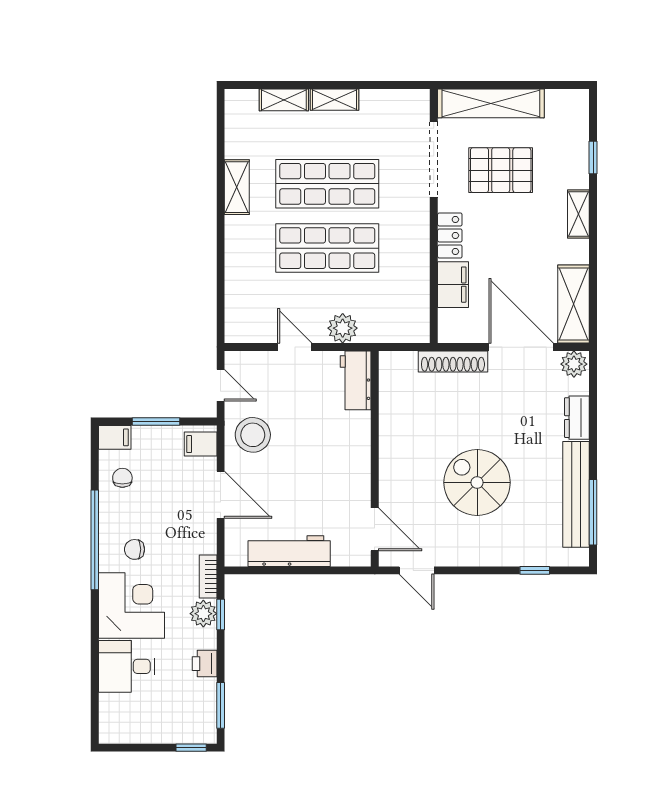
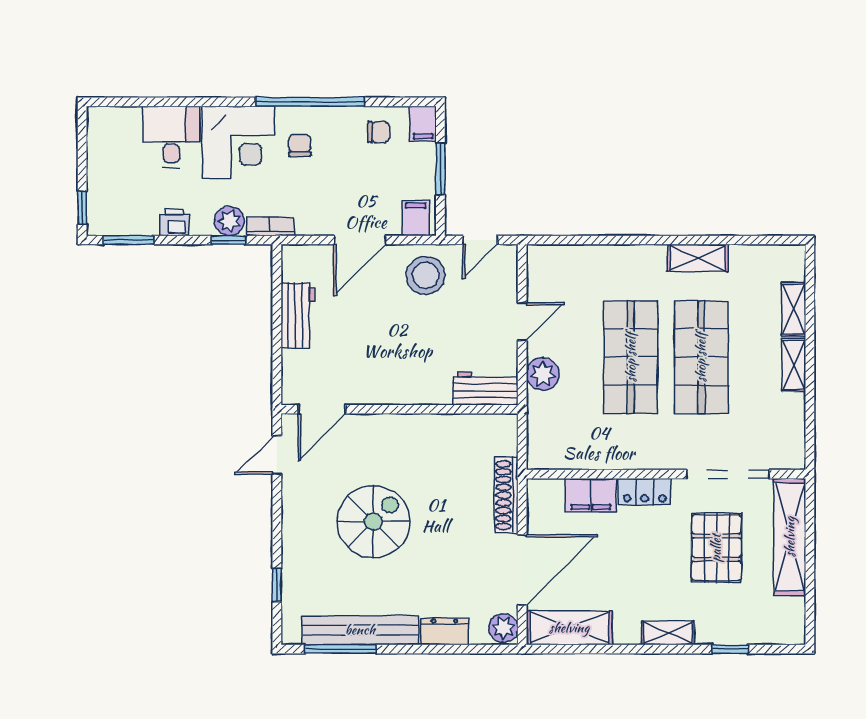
workbench: (289, 551) -> (298, 315), width x0.73

